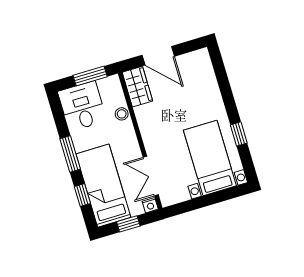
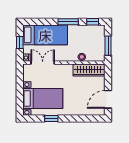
door: (158, 56) -> (108, 99), moved
wardrobe: (137, 87) -> (89, 70), width x1.50
desk: (82, 106) -> (93, 36), removed
window: (82, 195) -> (93, 22), moved

